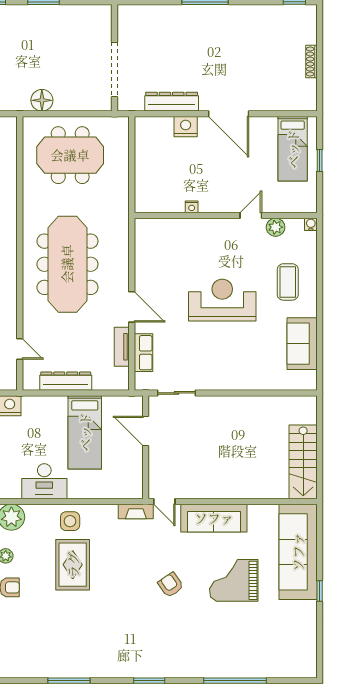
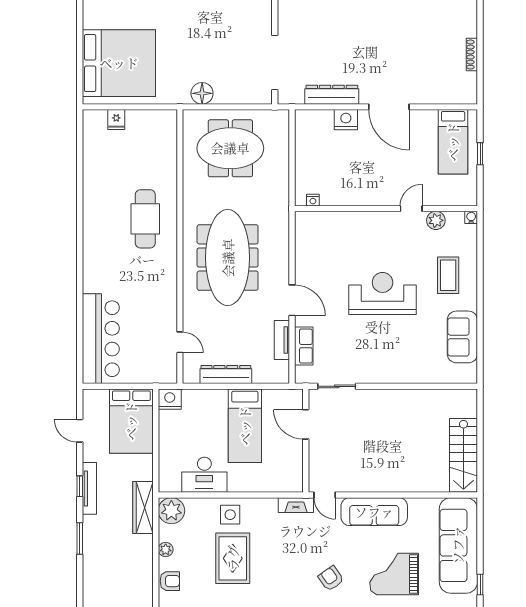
nightstand: (192, 207) -> (313, 200), moved

